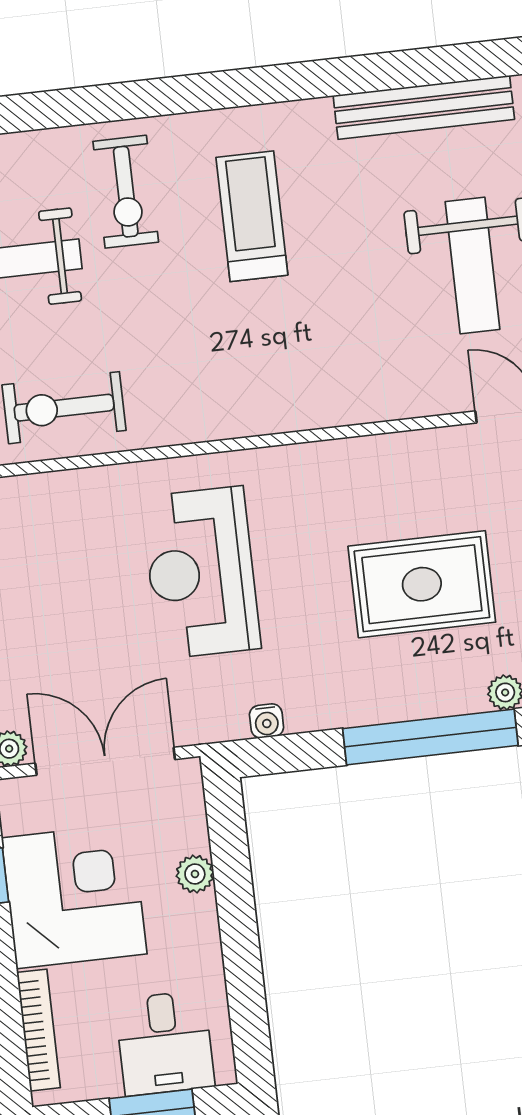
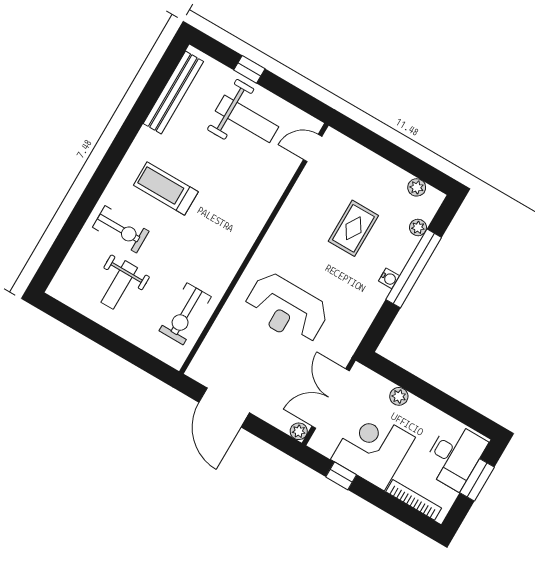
rug: (422, 584) -> (353, 228), width x0.73, depth x0.70
water cooler: (267, 721) -> (389, 278), moved
desk: (165, 1043) -> (454, 456), width x1.37

